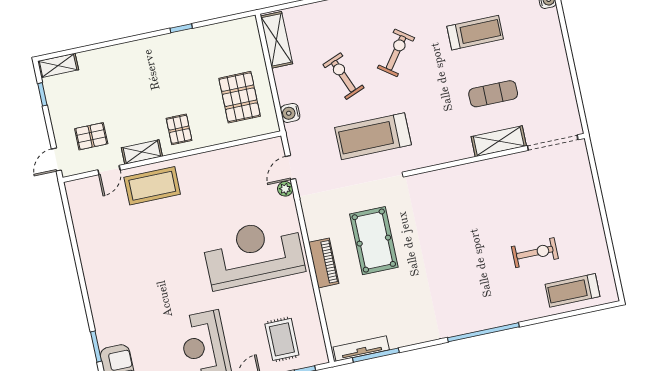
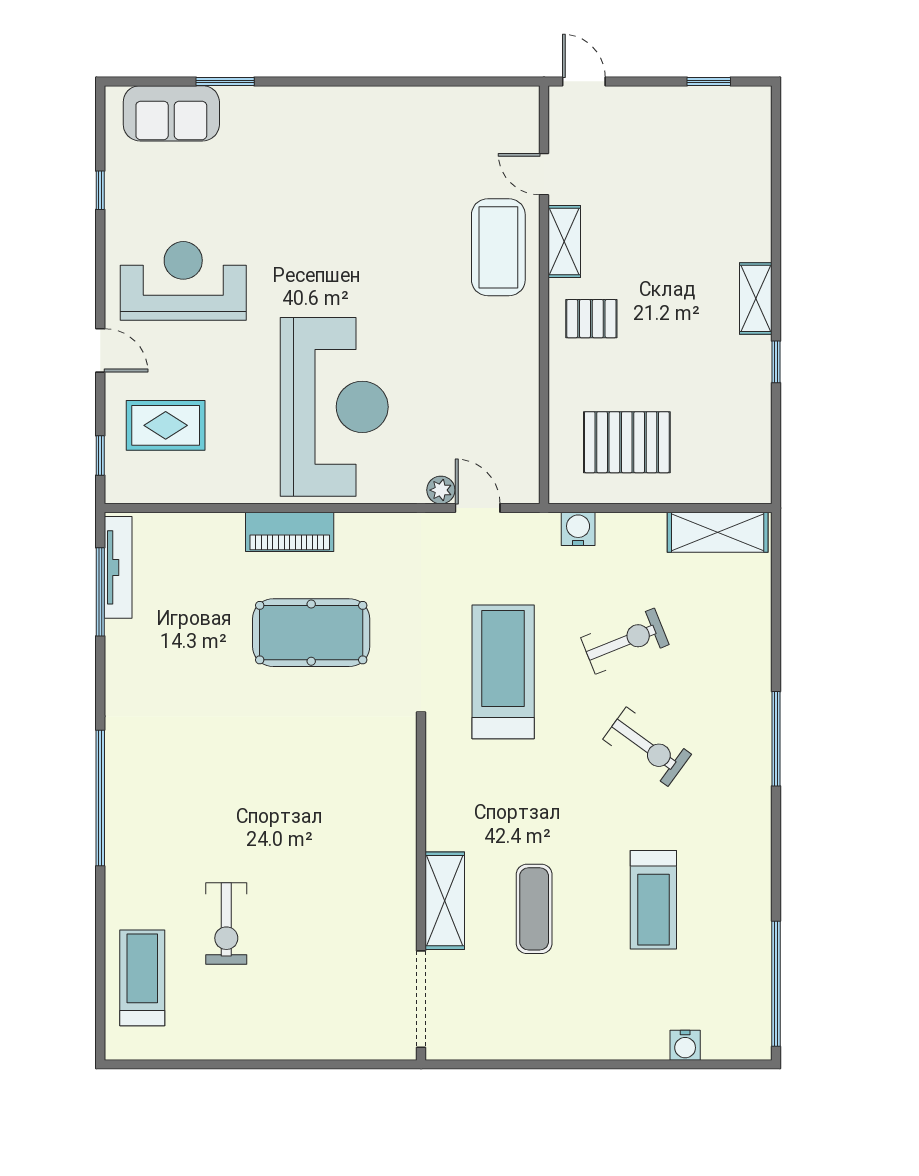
shelving: (58, 65) -> (756, 298), moved
pallet: (91, 136) -> (613, 155), removed

